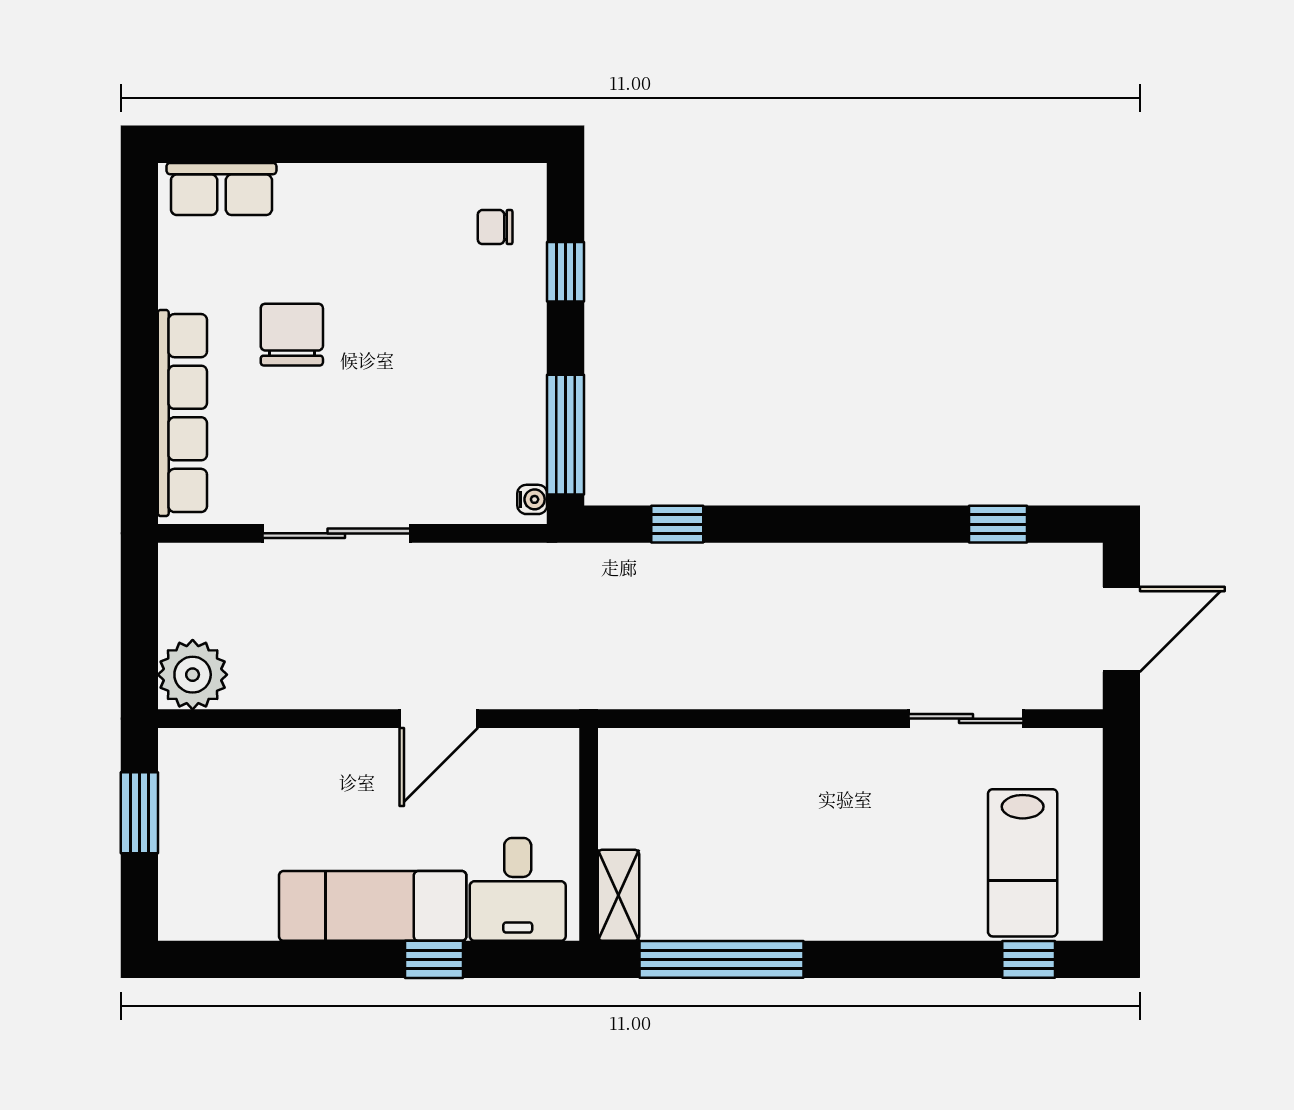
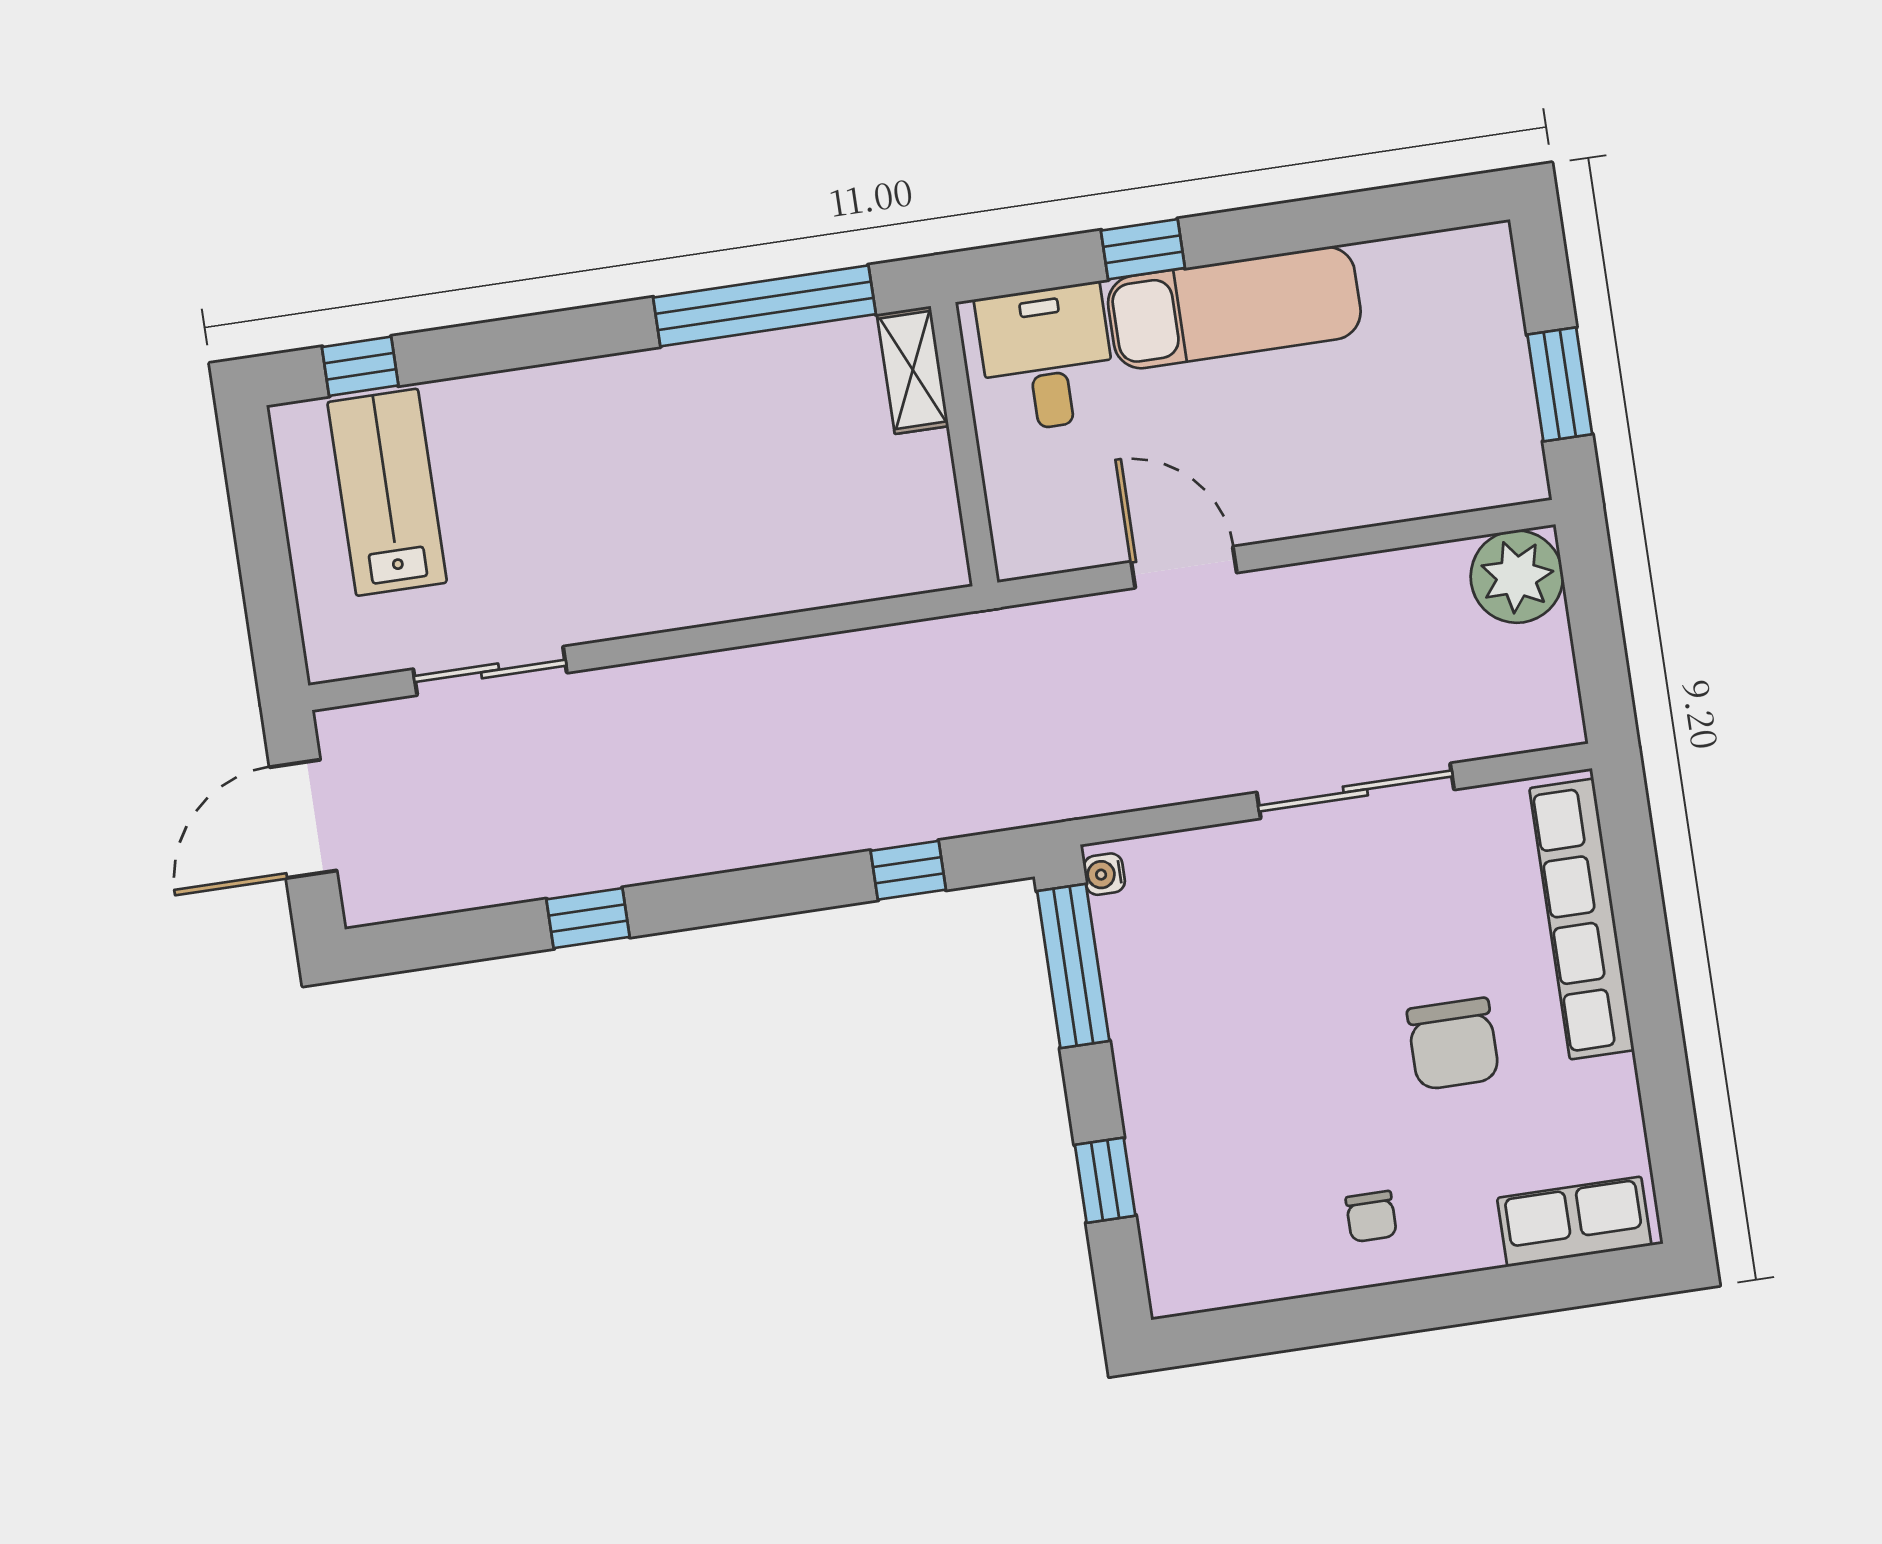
chair: (495, 227) -> (1371, 1216), moved, turned 90
window: (998, 524) -> (588, 918), moved
door: (439, 719) -> (1184, 567), hinge flipped

